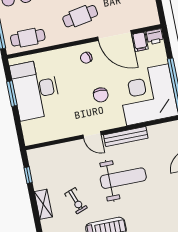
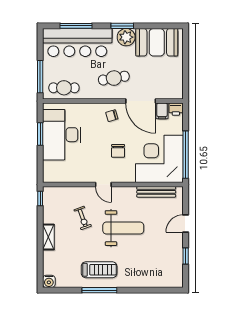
bench: (126, 136) -> (156, 192), moved
window: (28, 175) -> (40, 198), moved
exercise bike: (76, 201) -> (83, 218), moved

